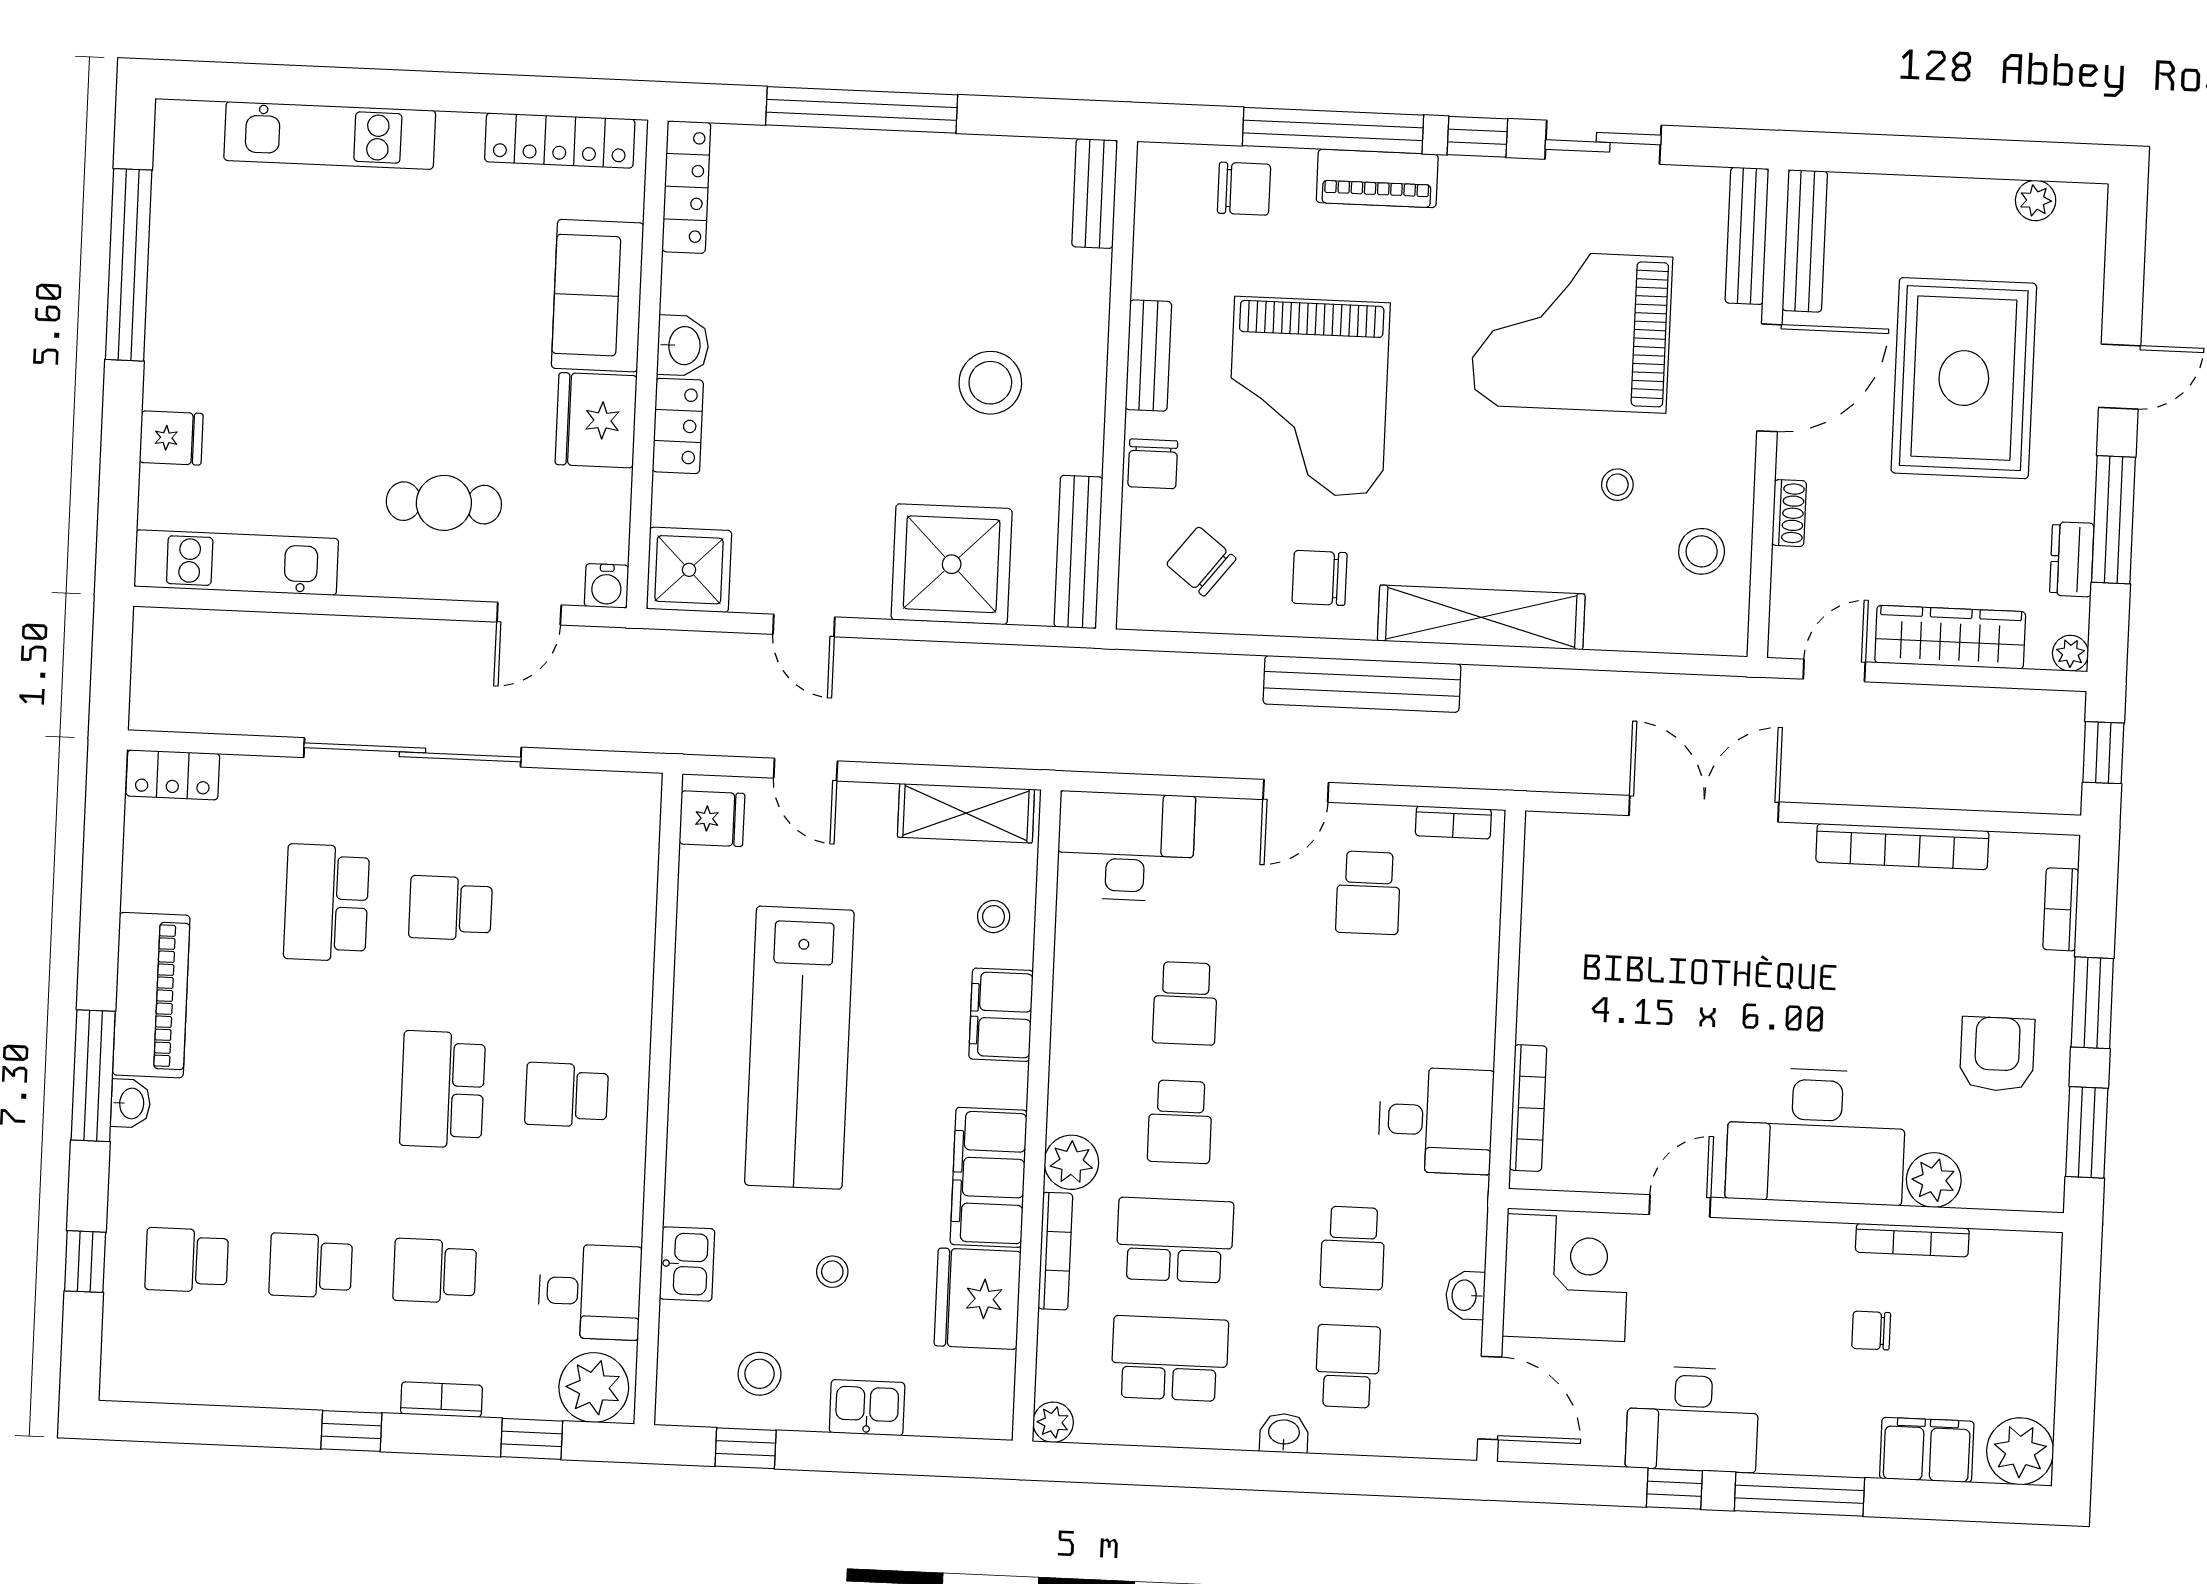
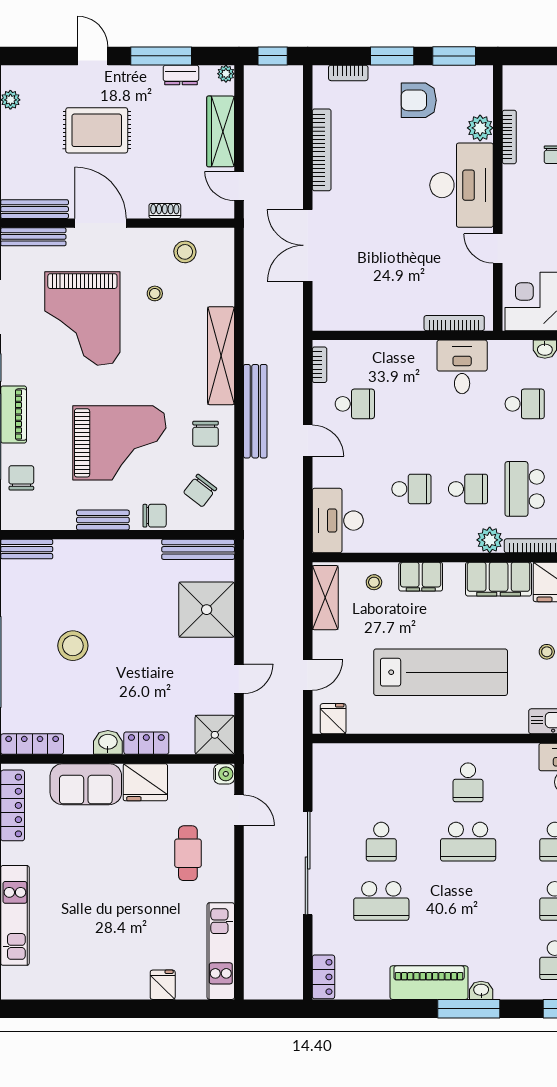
window: (129, 265) -> (81, 1009), removed
rug: (1964, 378) -> (97, 130), width x0.73, depth x0.69
stool: (990, 383) -> (73, 646), moved

